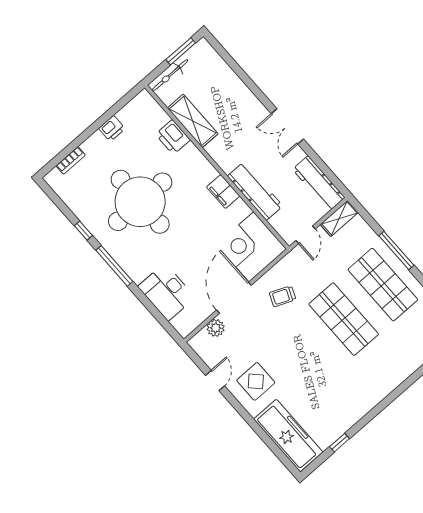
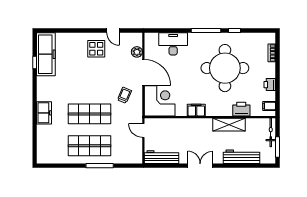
filing cabinet: (139, 106) -> (269, 106), added
shelving: (193, 121) -> (229, 125), moved
workbench: (255, 191) -> (241, 157), moved, turned 180
shelving: (339, 218) -> (137, 152), removed
freezer: (391, 377) -> (44, 113), added
freezer: (288, 436) -> (46, 54), moved, turned -90

